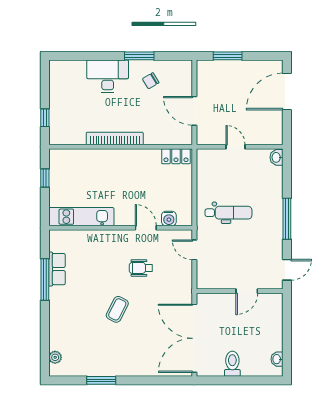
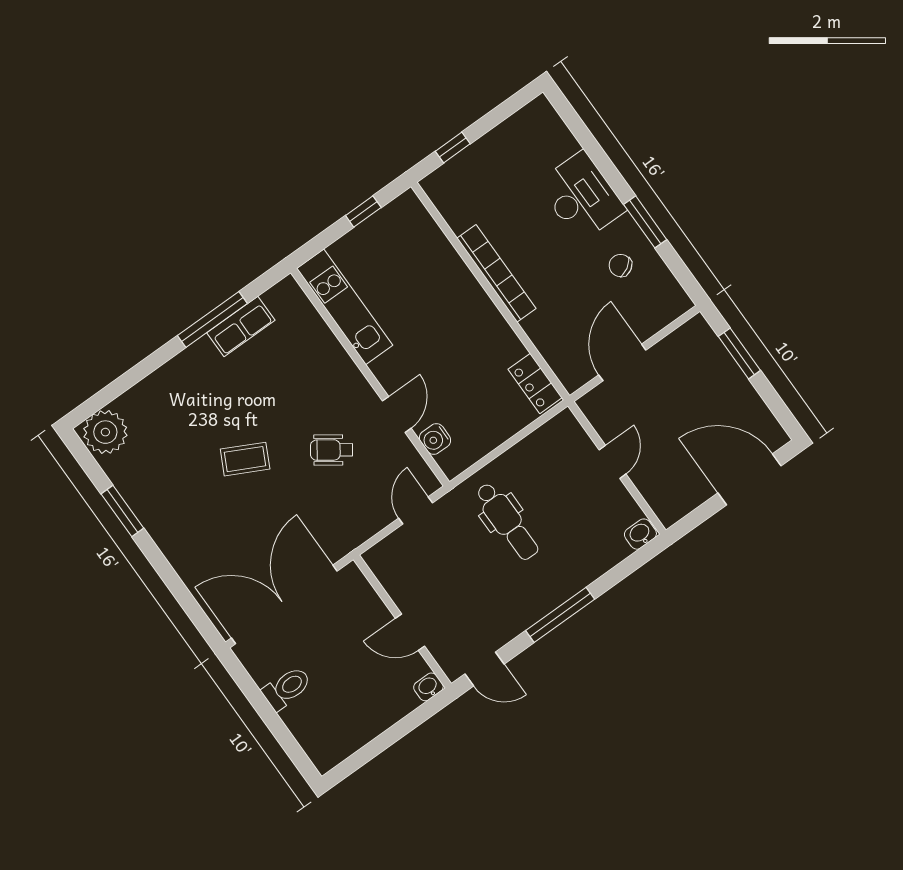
wheelchair: (141, 268) -> (332, 450), turned -55
plant: (55, 357) -> (105, 432), width x1.87, depth x1.87
washbasin: (277, 359) -> (428, 687), moved

